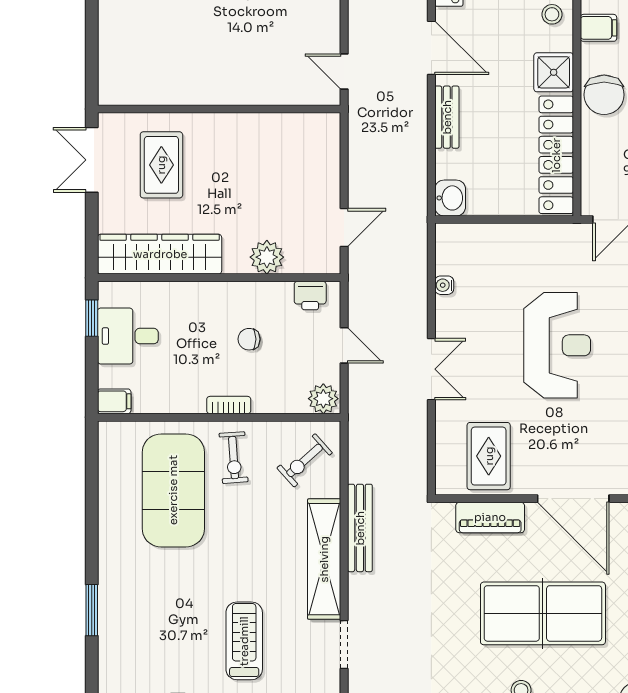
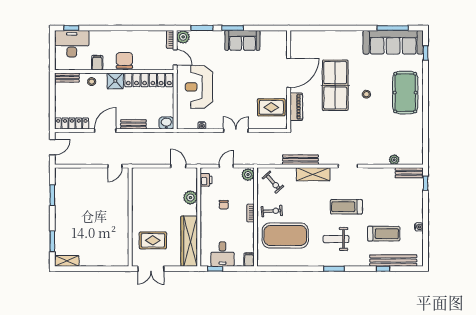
chair: (604, 95) -> (124, 60), turned -90
reception desk: (557, 345) -> (199, 87), moved, turned -90
shelving: (324, 559) -> (313, 174), width x0.68
weight bench: (165, 615) -> (336, 239), added

